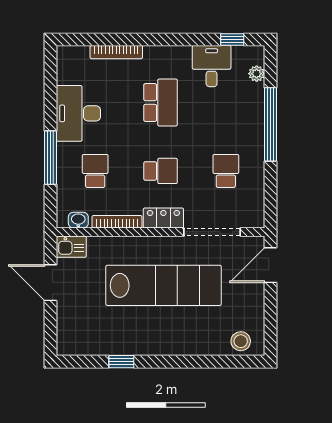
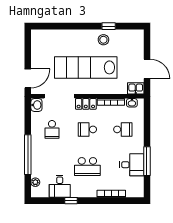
window: (232, 40) -> (71, 201), moved
school desk: (160, 103) -> (87, 167), turned -90
desk: (78, 113) -> (132, 165), width x0.73
window: (51, 158) -> (147, 161), moved
school desk: (95, 171) -> (123, 129), turned -90
washbasin: (254, 216) -> (36, 105), added
stool: (241, 341) -> (103, 40), moved

